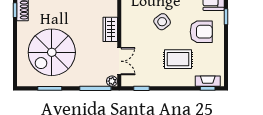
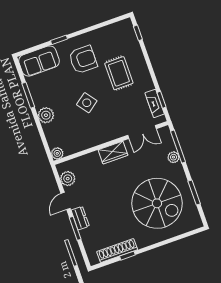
armchair: (201, 32) -> (83, 60), turned 90
double door: (119, 61) -> (142, 132), swing flipped
plant: (112, 81) -> (173, 157), moved
fireplace: (208, 81) -> (155, 103), moved

